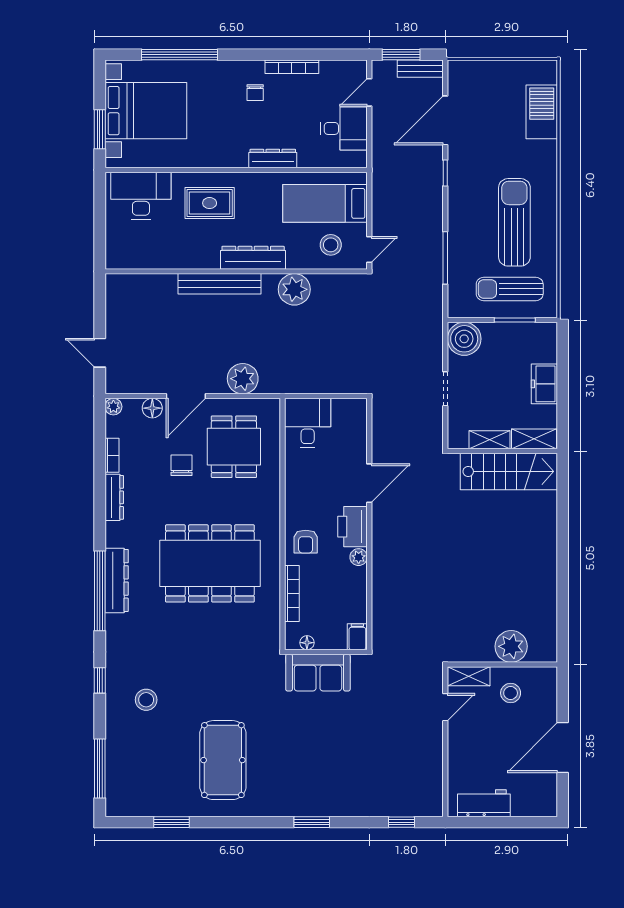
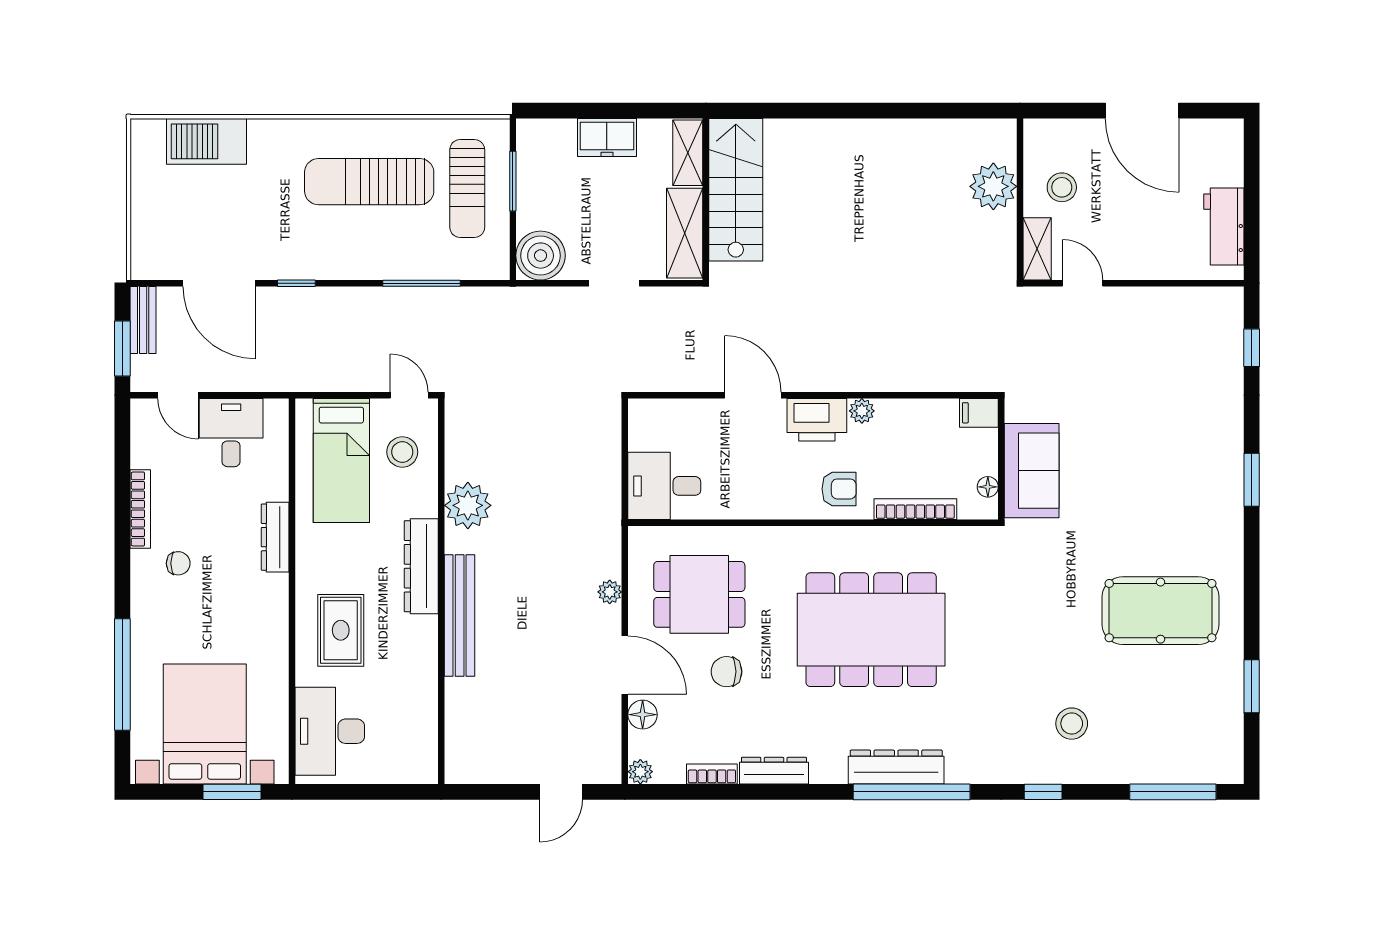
plant: (243, 379) -> (610, 592), width x0.53, depth x0.53
shelving: (490, 440) -> (685, 233), width x1.50, depth x1.33
dining table: (210, 563) -> (871, 630), turned 90

